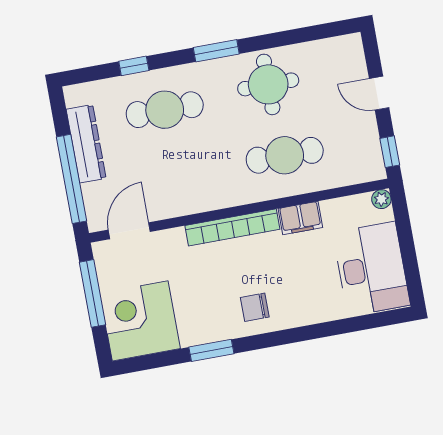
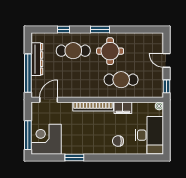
round table: (268, 84) -> (110, 51), moved
window: (93, 293) -> (28, 135), moved
chair: (255, 307) -> (118, 141), moved

